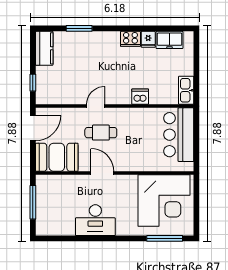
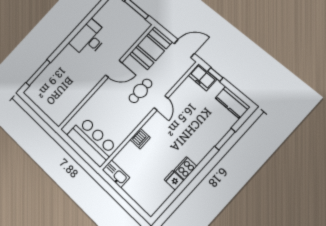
freezer: (170, 40) -> (202, 77), moved, turned -90
door: (33, 128) -> (184, 49), swing flipped
corner desk: (164, 201) -> (61, 93), removed

